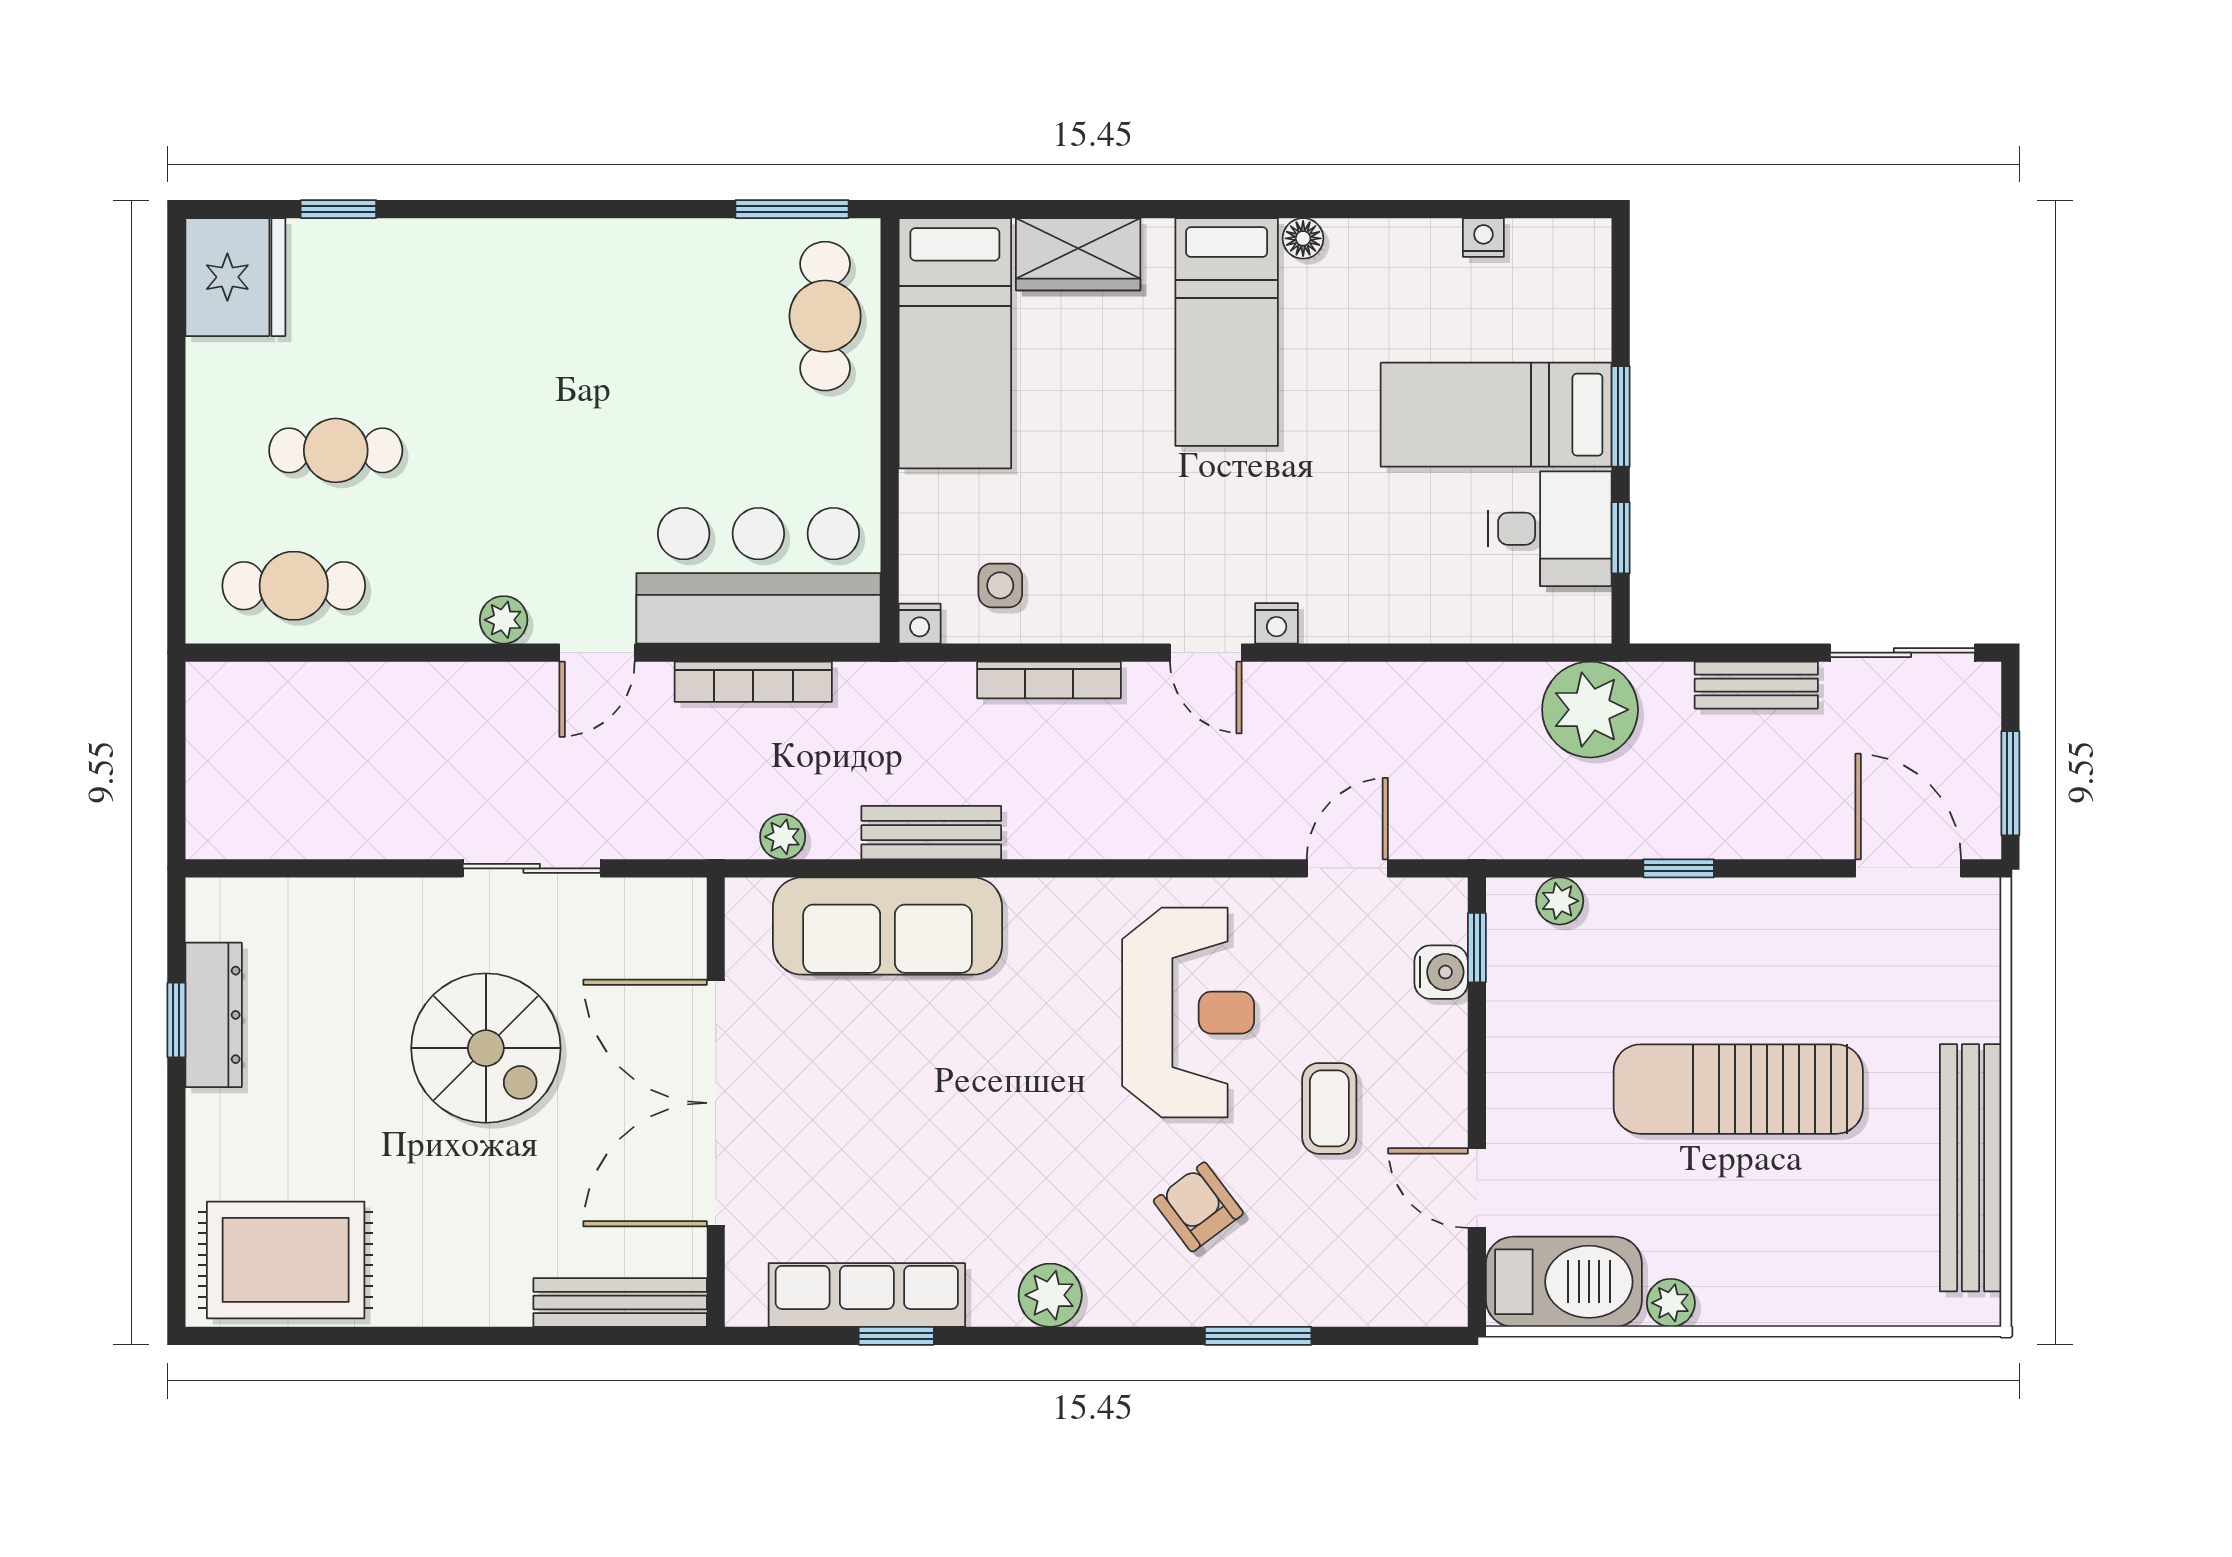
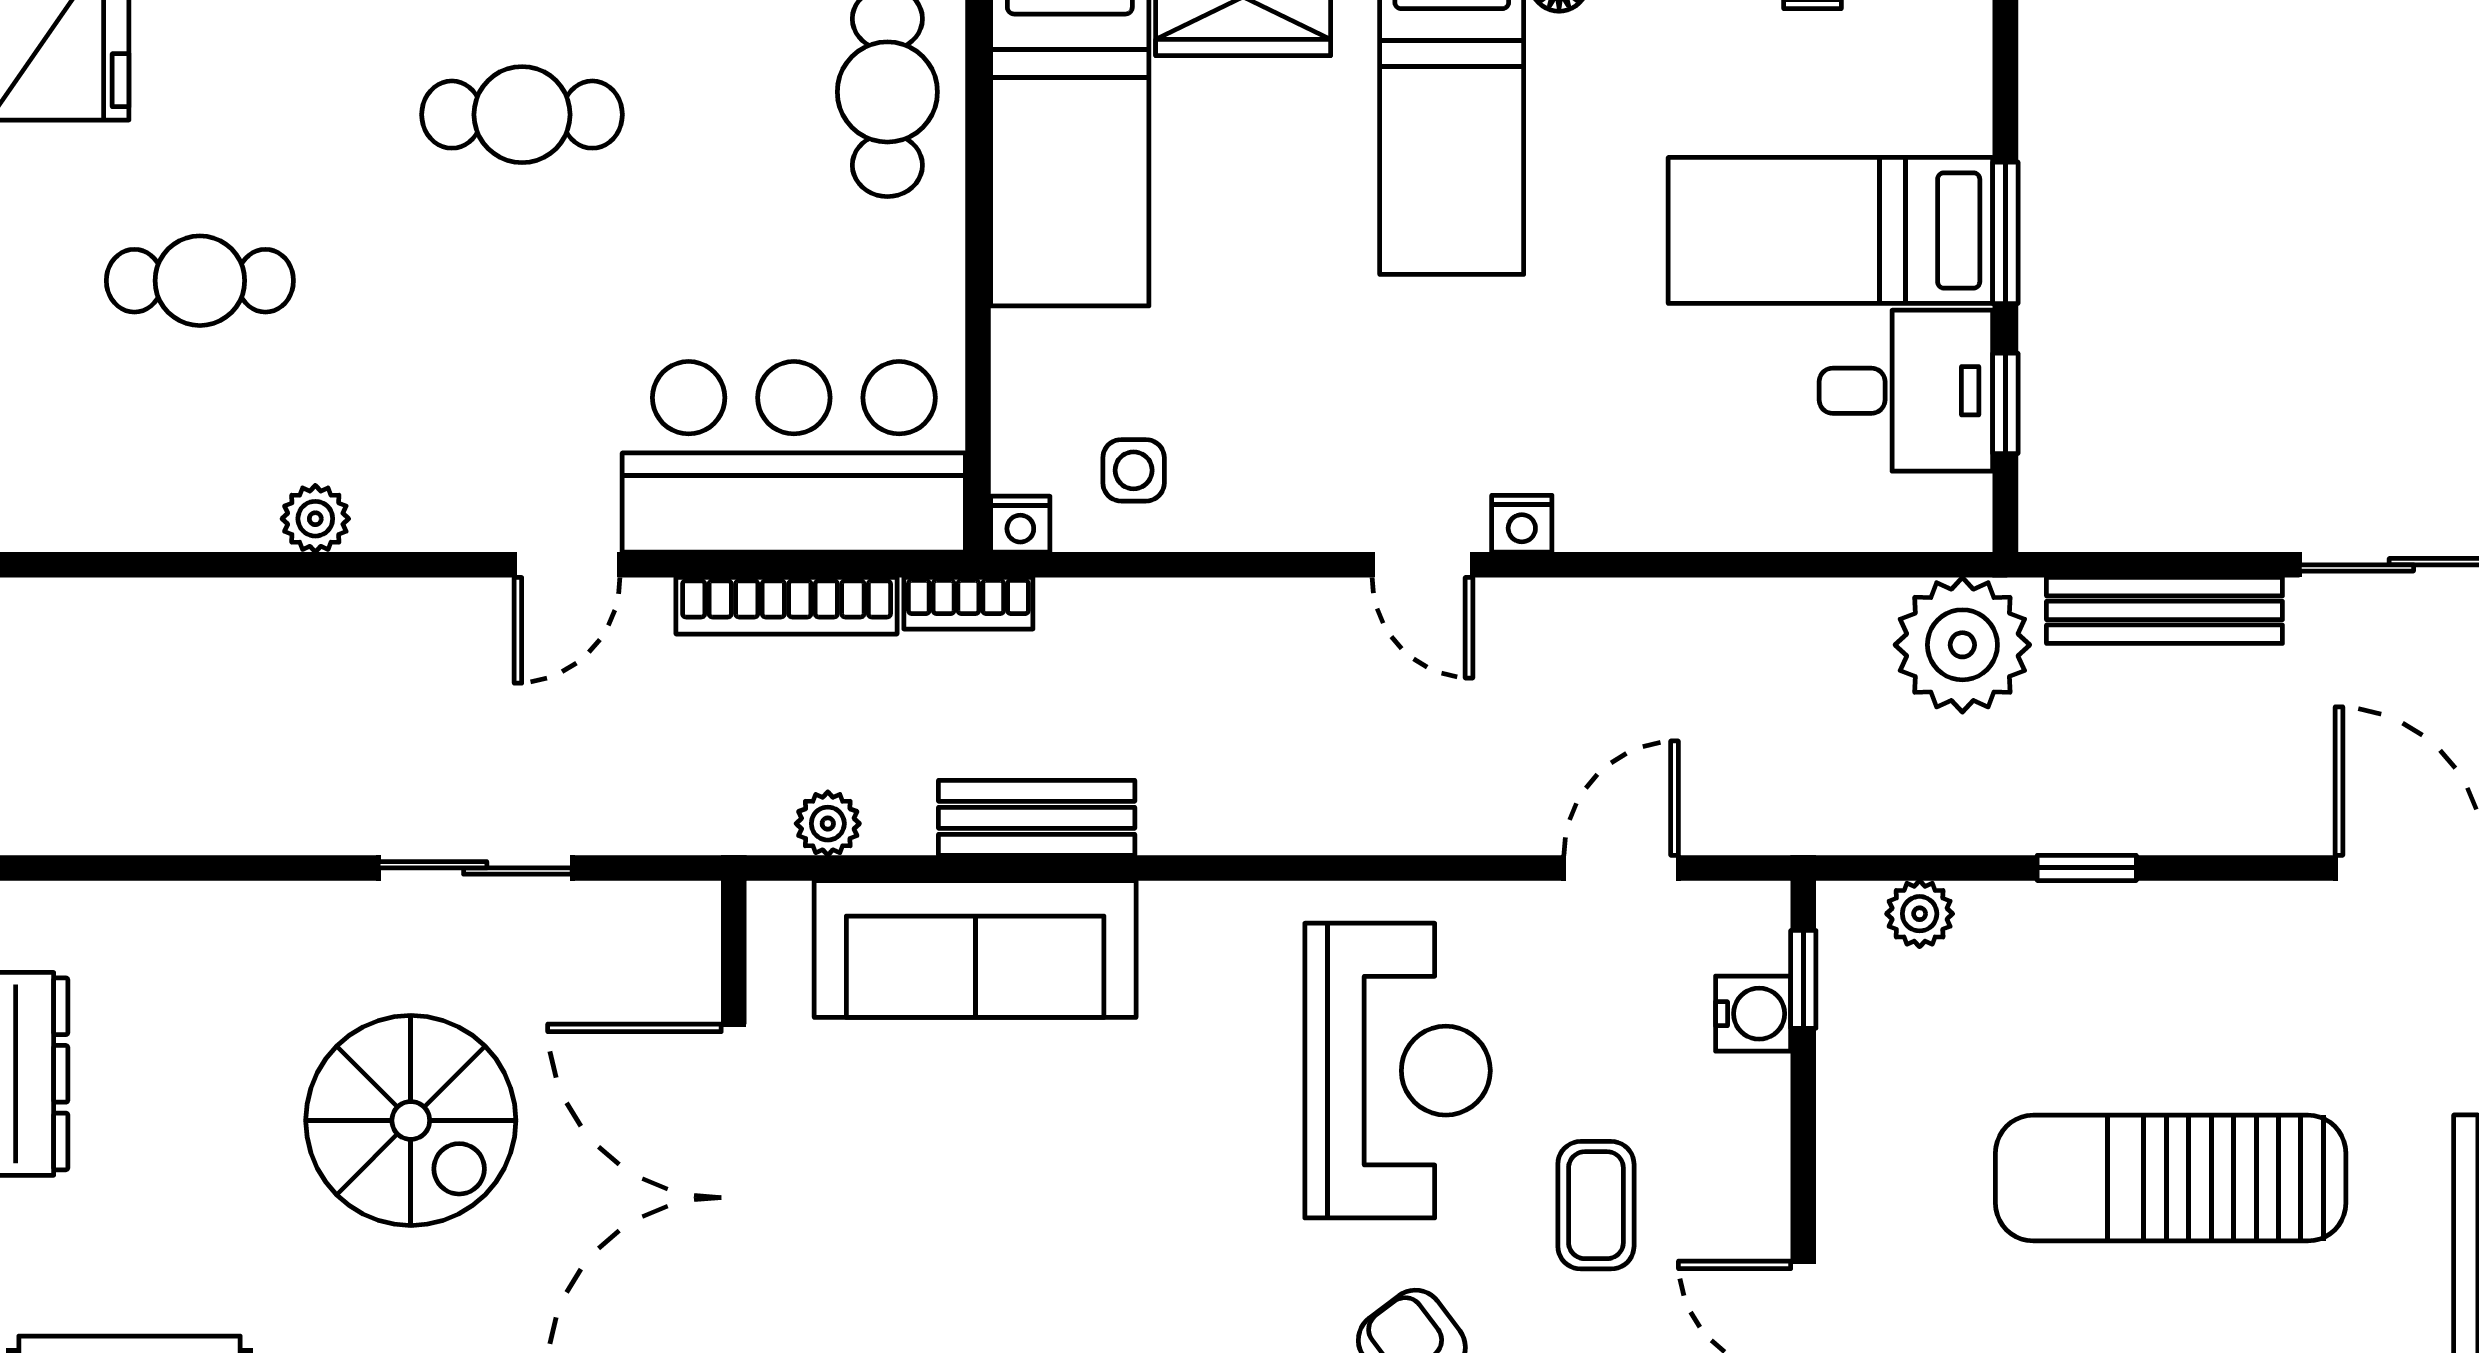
cafe table: (294, 586) -> (522, 115), moved
plant: (504, 620) -> (315, 519), moved
bookcase: (1049, 680) -> (968, 603), moved, width x0.64
bench: (1756, 685) -> (2164, 610), width x1.36

